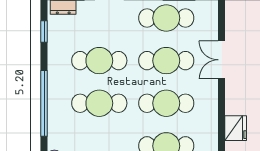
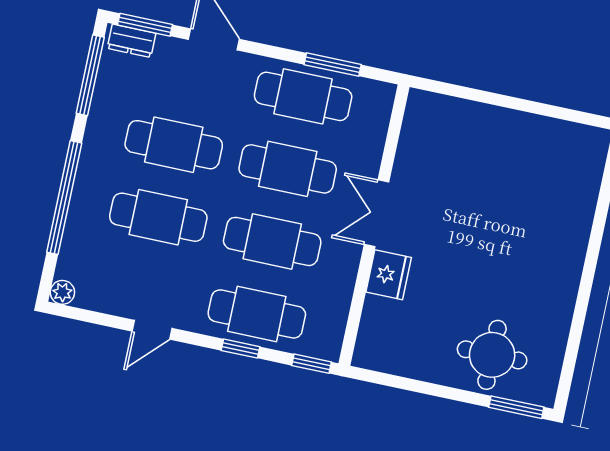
window: (44, 32) -> (90, 75), width x2.17
double door: (221, 60) -> (377, 213), moved
fridge: (236, 128) -> (389, 275), moved

